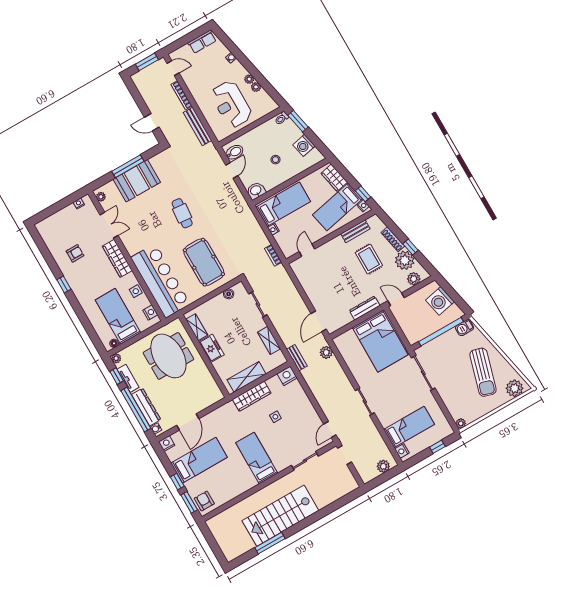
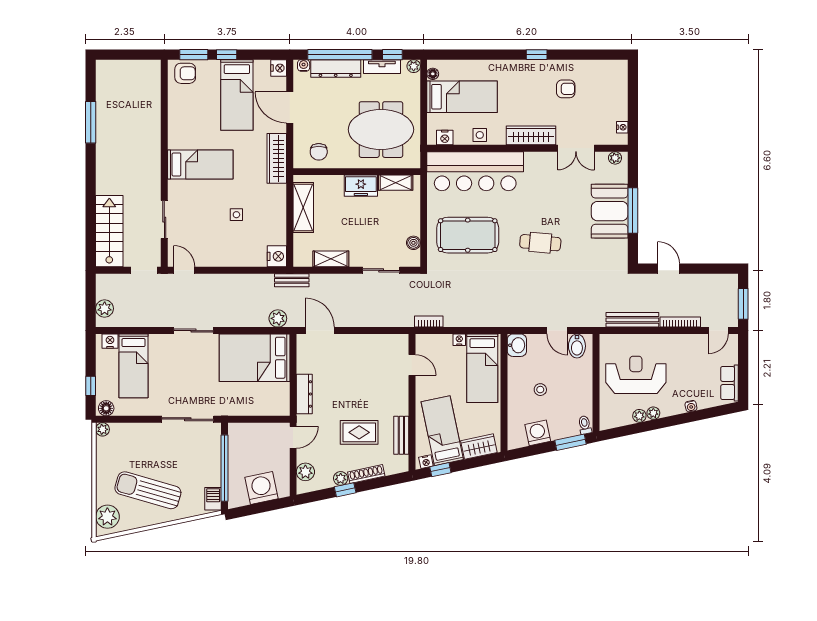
door: (152, 122) -> (669, 269), hinge flipped
armchair: (75, 253) -> (566, 89), turned -90
plant: (405, 260) -> (341, 478), width x0.53, depth x0.53
bed: (380, 341) -> (255, 358), moved
chair: (205, 387) -> (319, 152), added
wardrobe: (252, 396) -> (277, 158), moved
floor lamp: (446, 429) -> (106, 408), added
stairs: (280, 516) -> (109, 231), moved, width x0.73, depth x0.66

